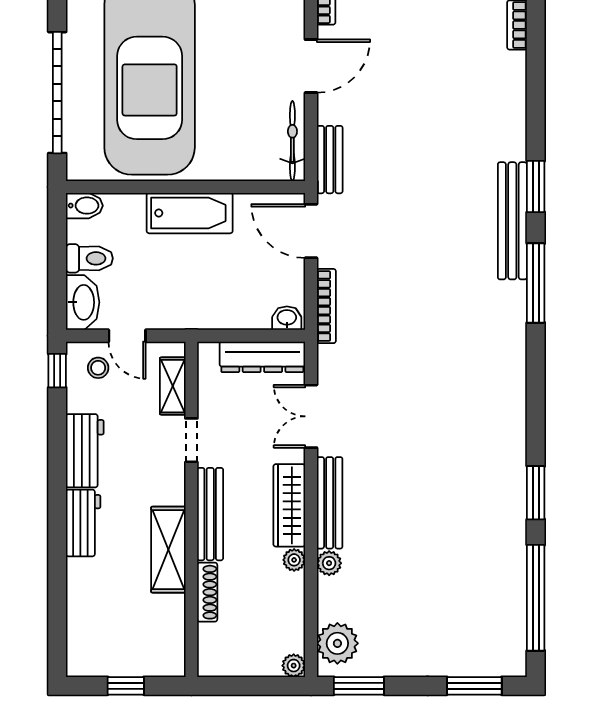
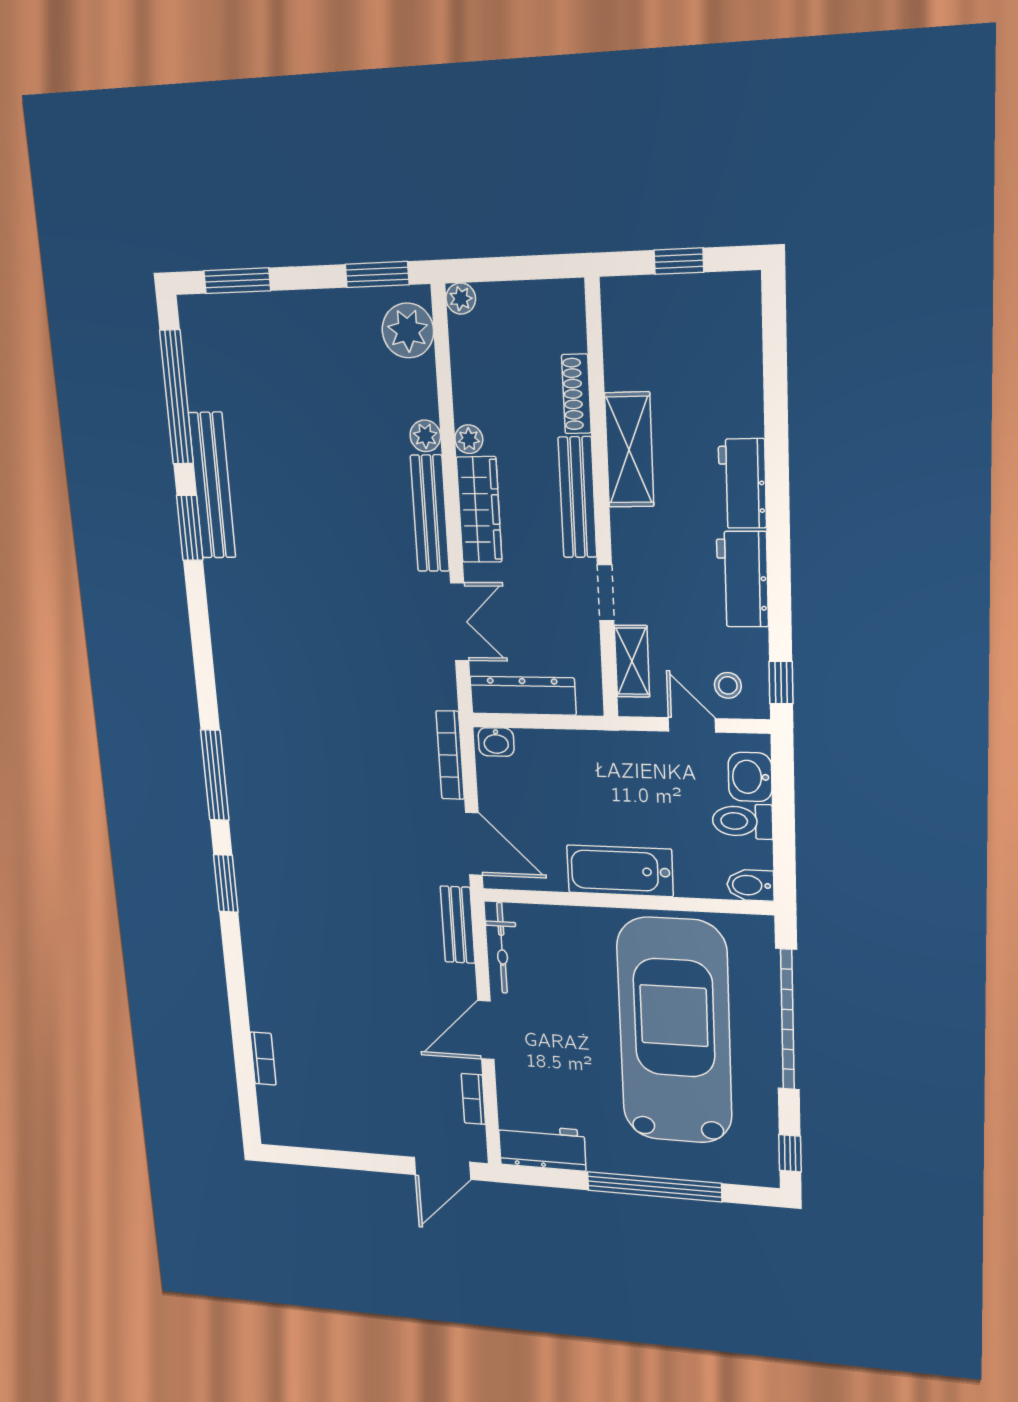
bench: (512, 221) -> (212, 486), moved
washbasin: (83, 302) -> (750, 777), width x0.72

